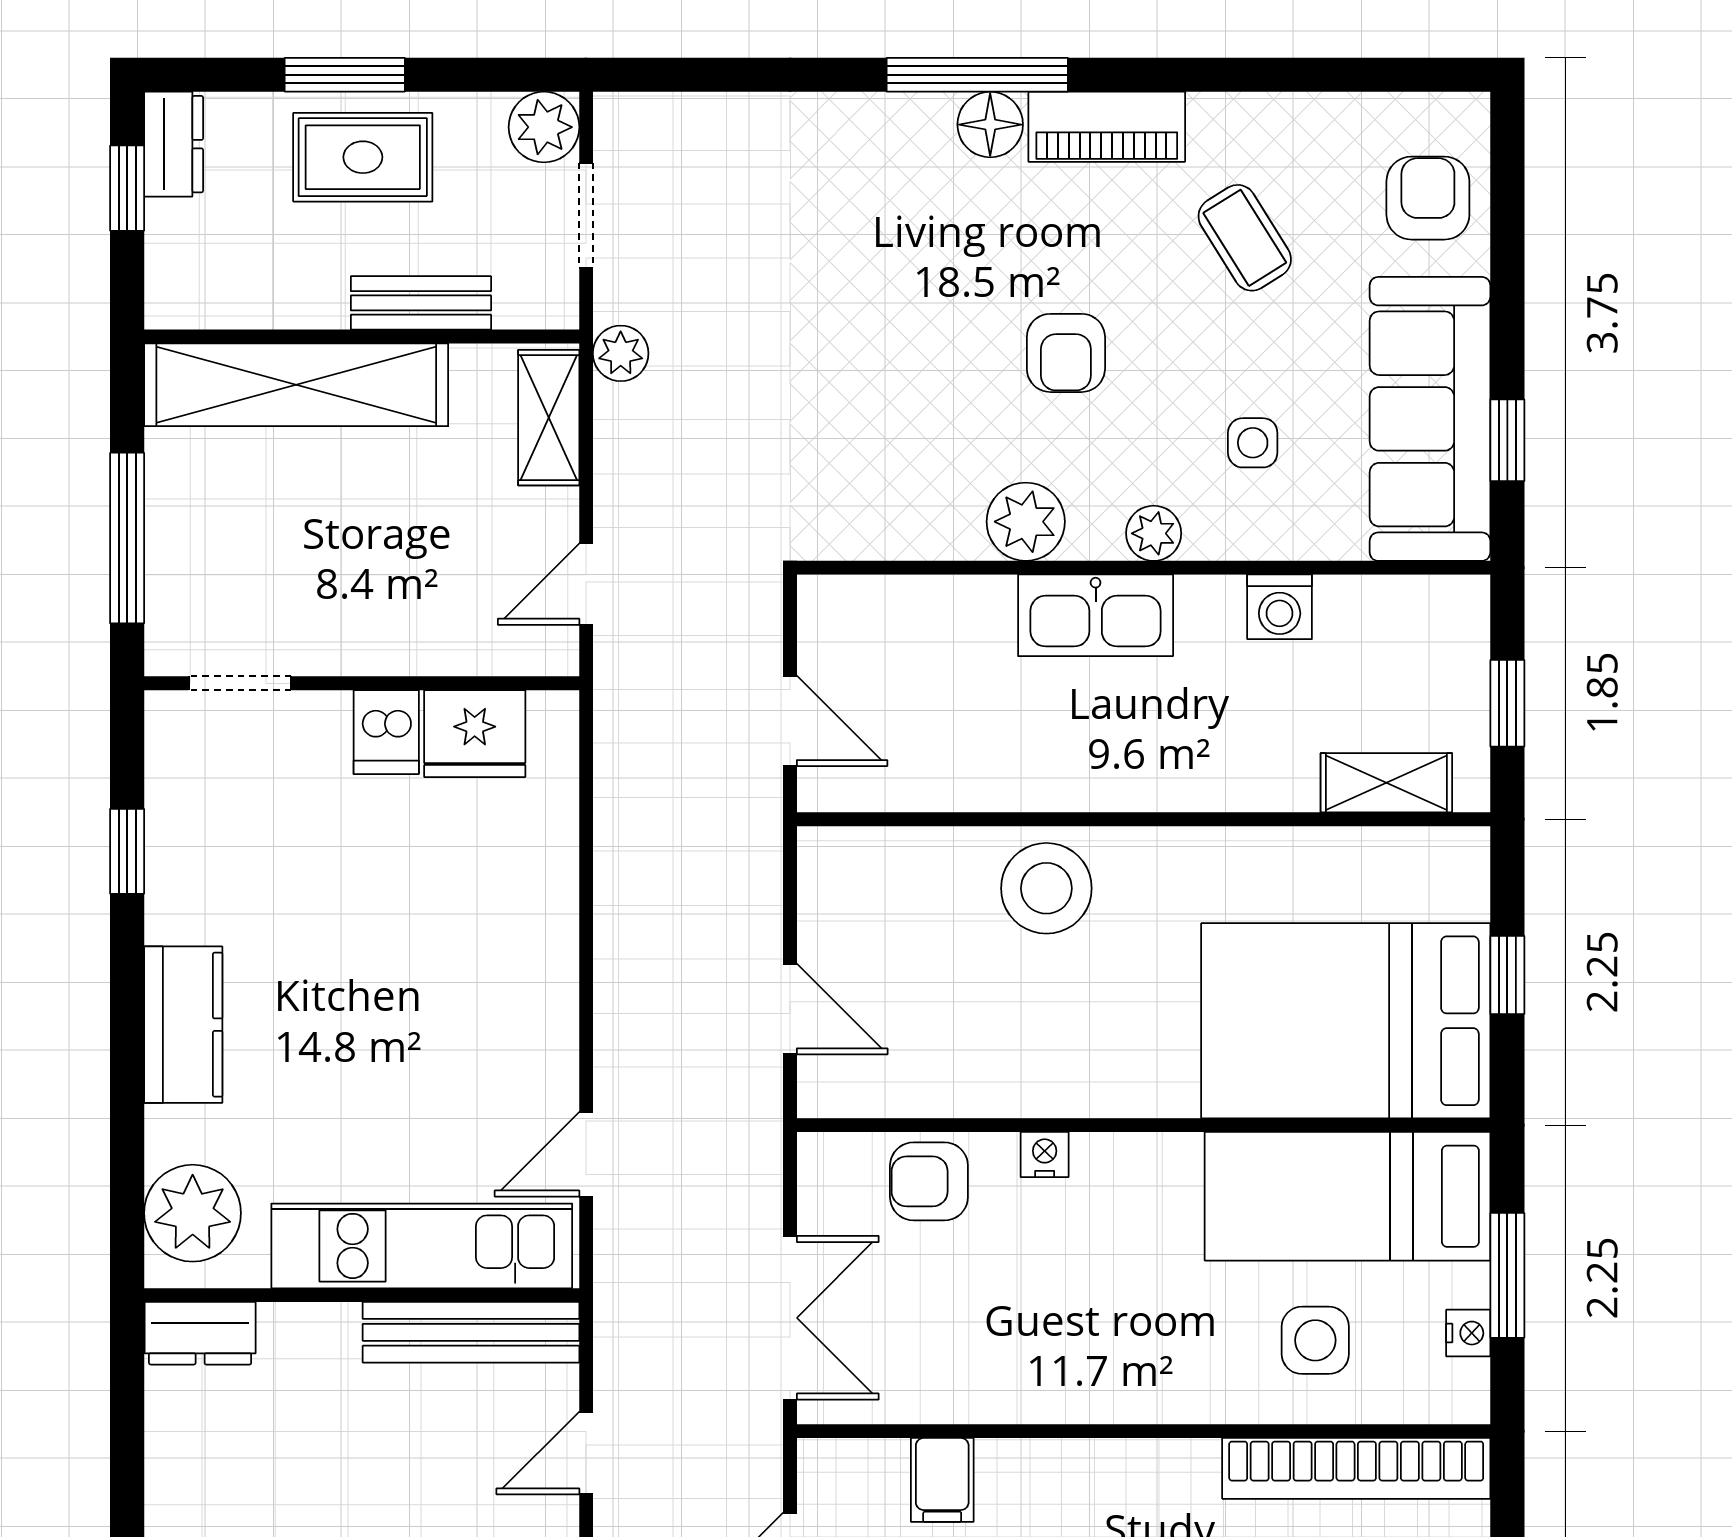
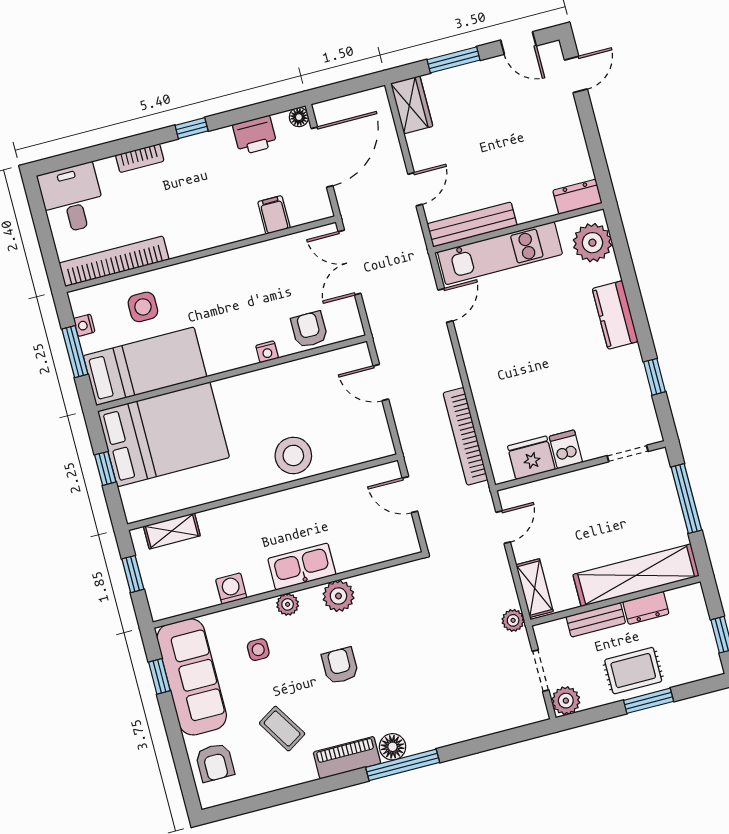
dresser: (174, 144) -> (646, 608), moved, turned -90
bookcase: (620, 826) -> (465, 436), added
armchair: (929, 1181) -> (309, 330), turned -90

